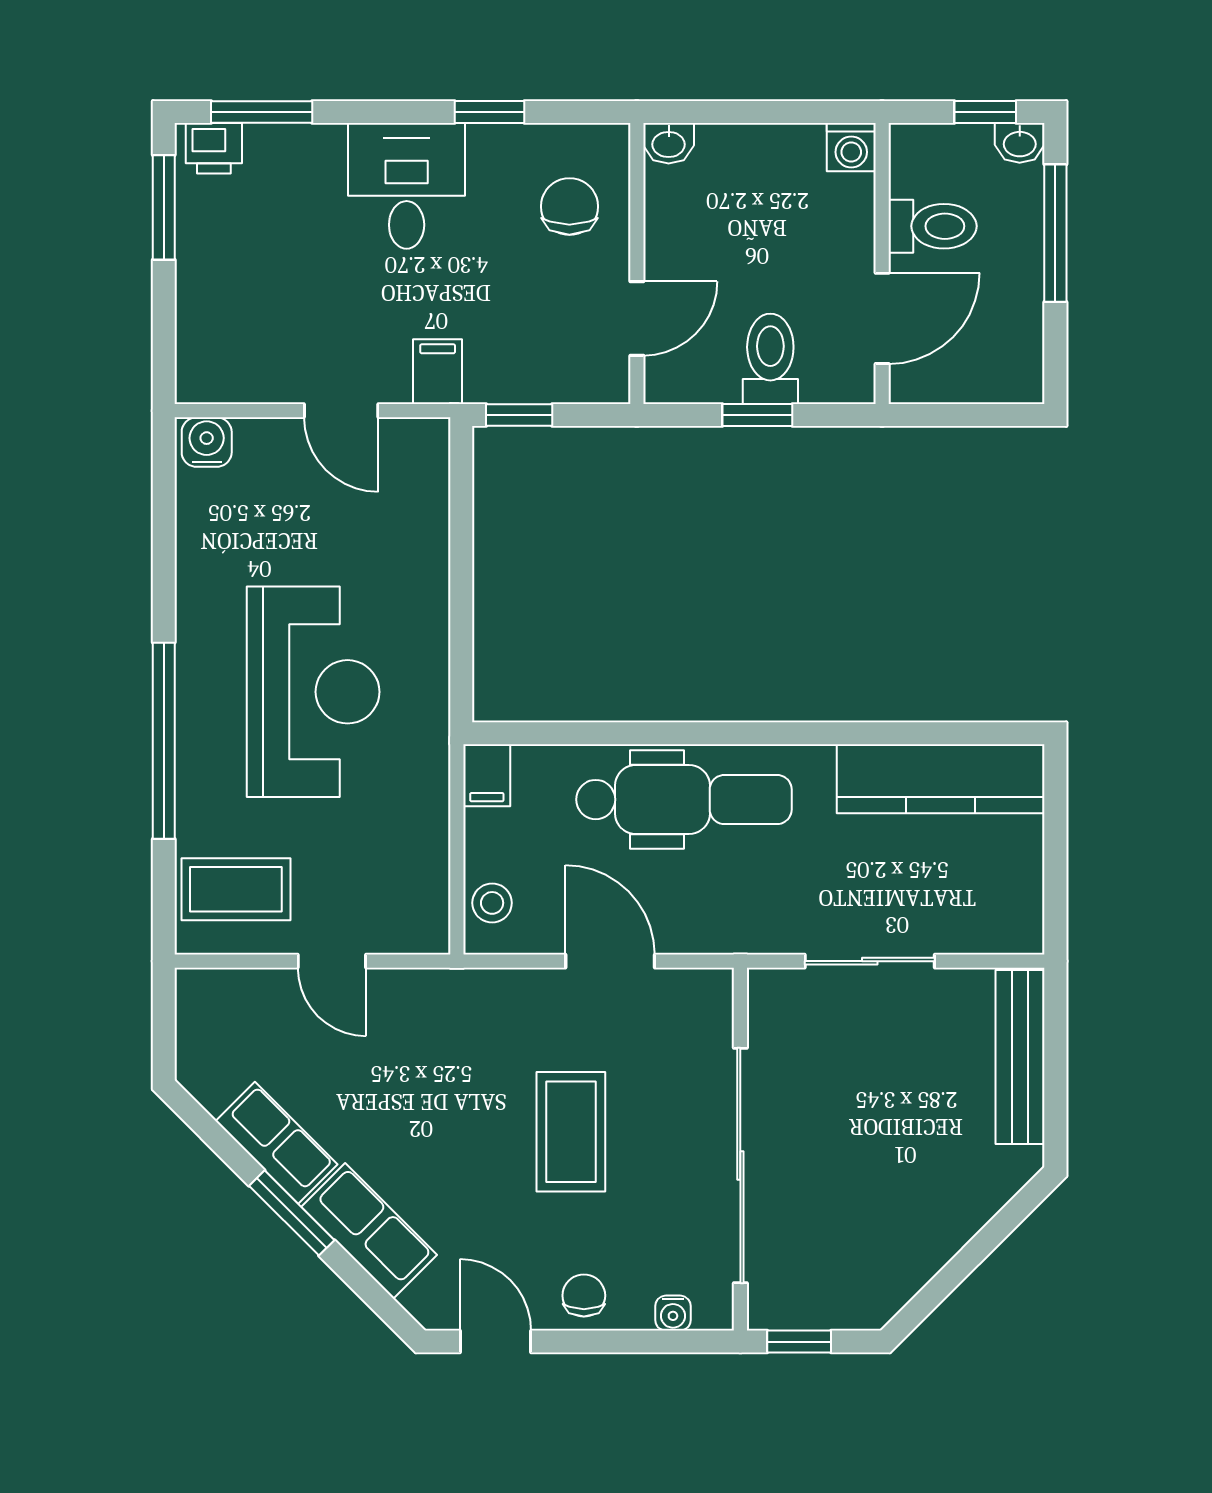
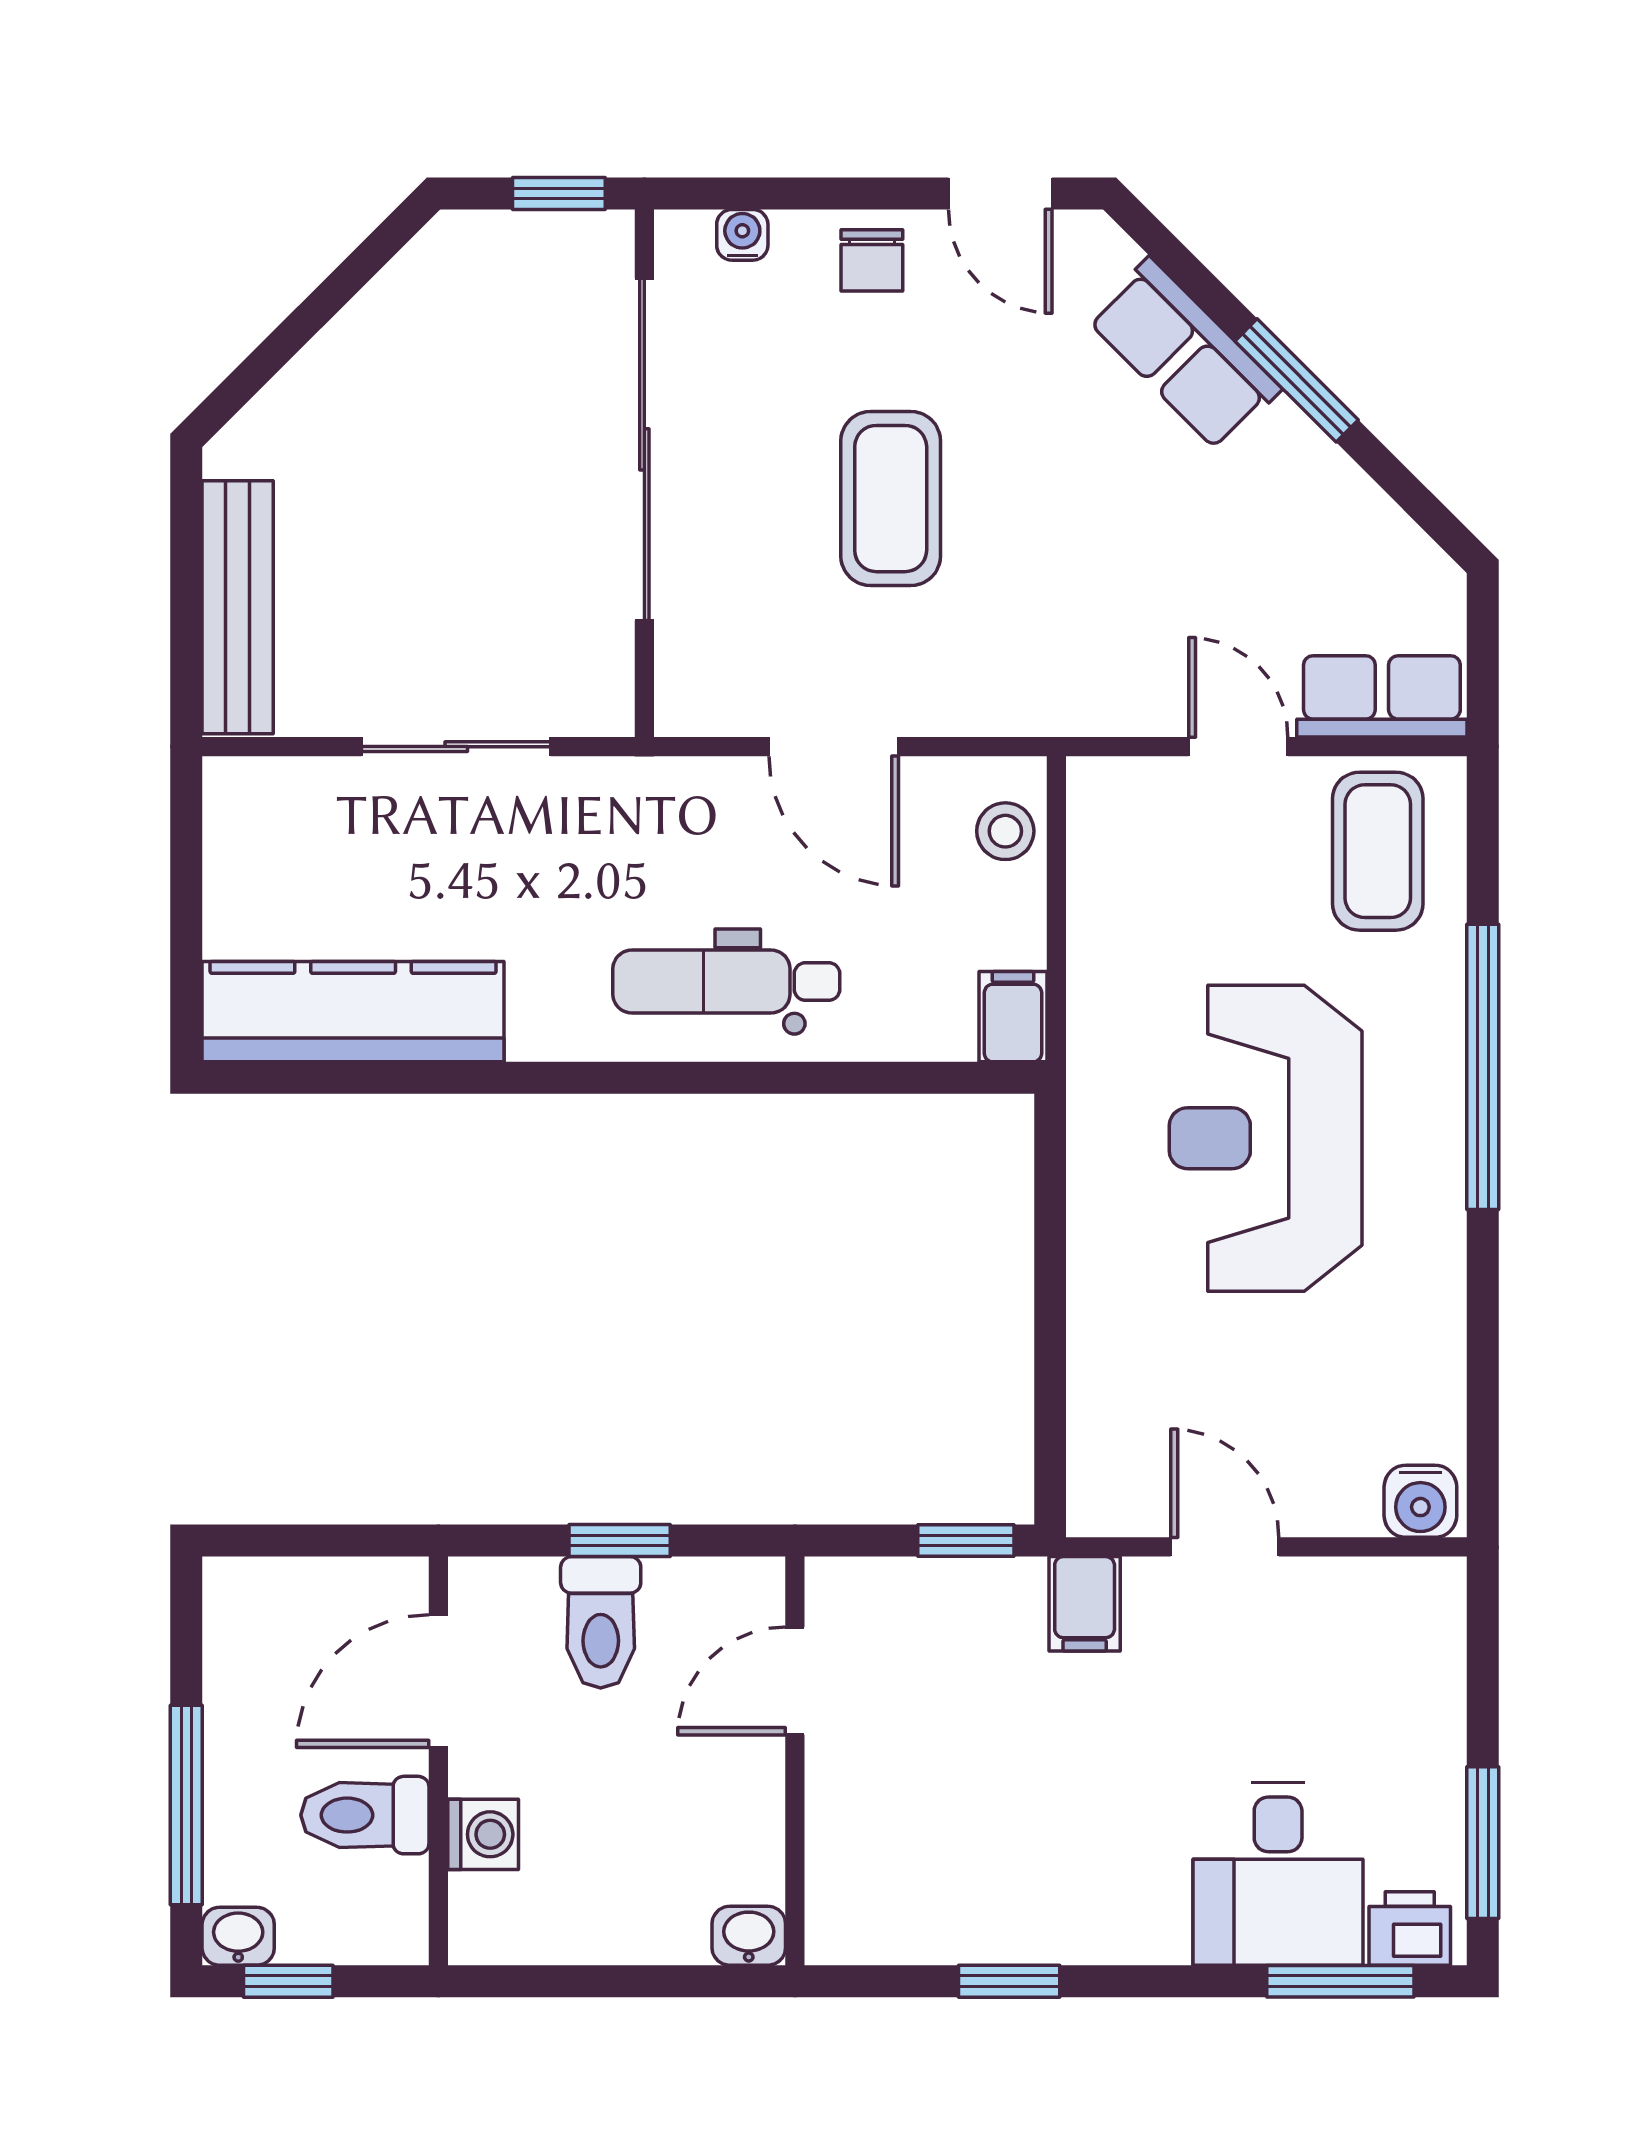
washing machine: (851, 147) -> (483, 1834), moved, turned 90
desk: (407, 186) -> (1278, 1874), moved
chair: (569, 206) -> (893, 1844), removed
dental chair: (684, 800) -> (726, 982), width x0.73, depth x0.72
coffee table: (236, 889) -> (1378, 851), turned 90
row of seats: (277, 1143) -> (1382, 696), moved, turned 135

